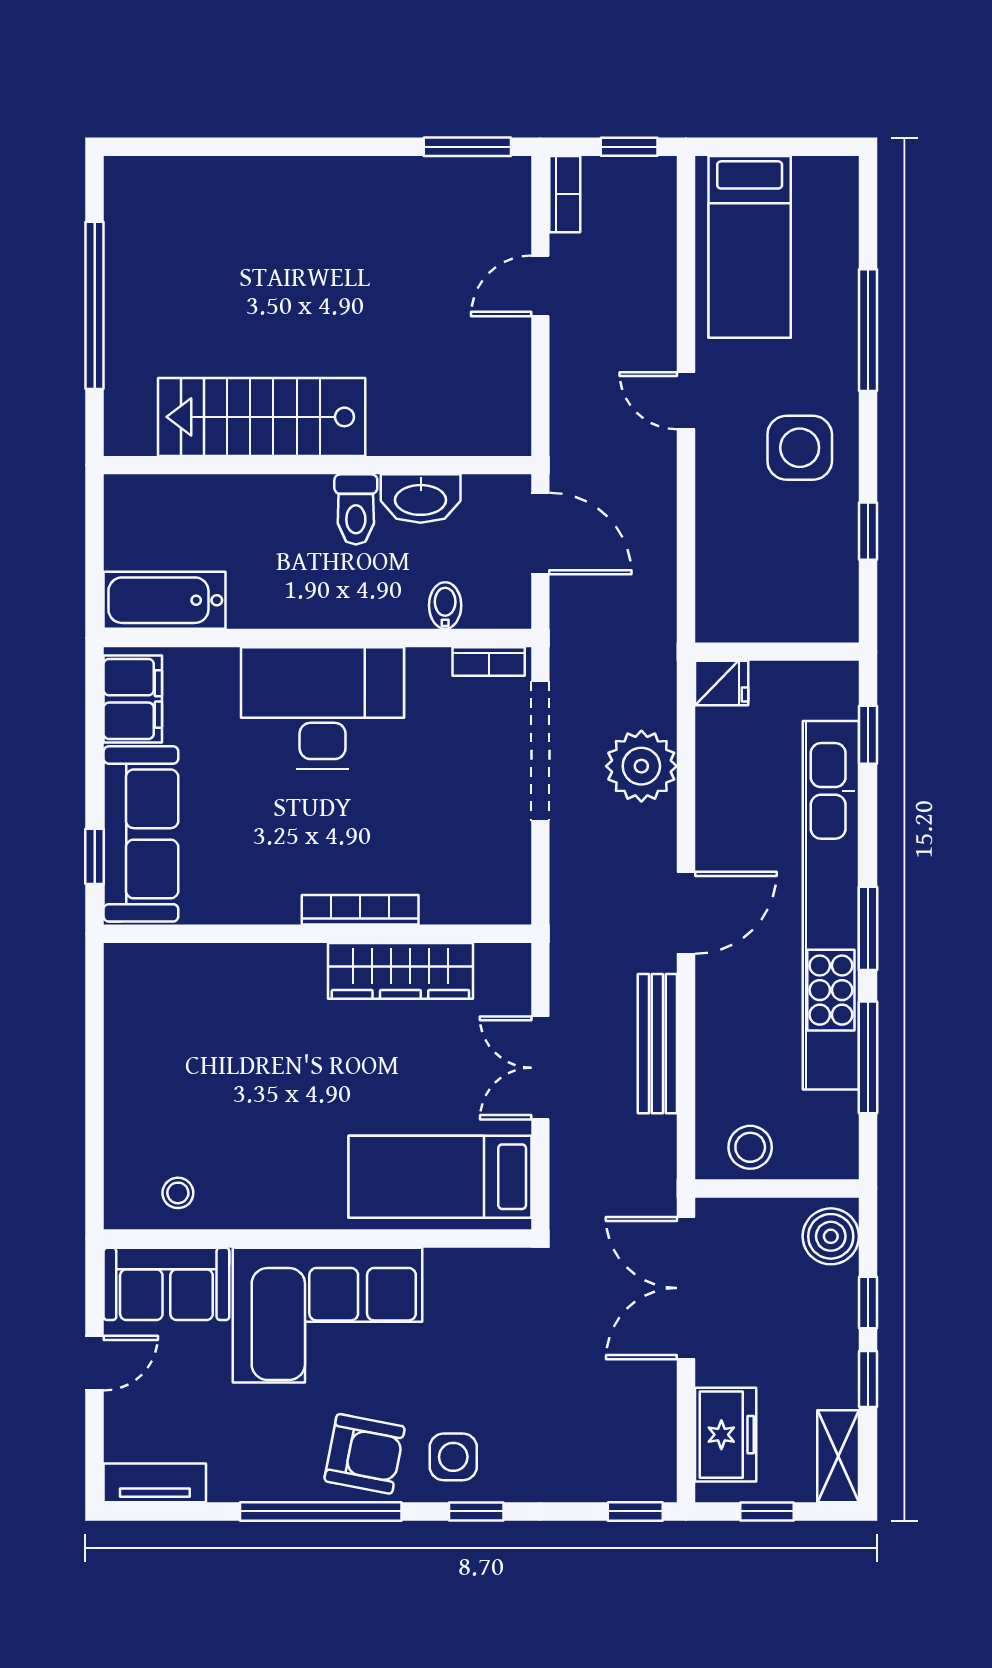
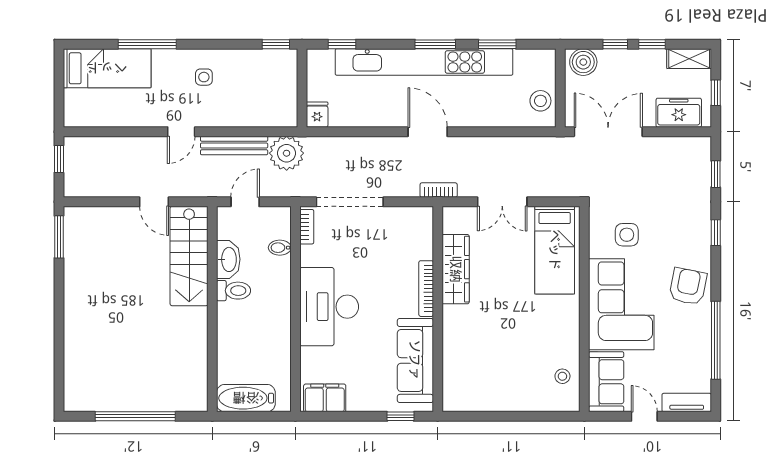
bookcase: (565, 194) -> (439, 190), moved
bed: (750, 247) -> (107, 68), moved
door: (540, 286) -> (154, 202), moved
stairs: (262, 417) -> (189, 256), moved
side table: (800, 448) -> (204, 77), width x0.54, depth x0.54
window: (868, 531) -> (276, 44), moved
door: (540, 533) -> (245, 202), width x0.73
bathtub: (165, 600) -> (246, 398), moved, turned 90
plant: (641, 766) -> (287, 153), moved
sofa: (141, 834) -> (415, 360), moved, turned -90
bench: (657, 1044) -> (234, 146), moved
window: (868, 1057) -> (497, 44), width x0.69
double door: (686, 1288) -> (608, 132), swing flipped
side table: (453, 1457) -> (627, 235), moved
tv unit: (155, 1483) -> (687, 403), moved, turned 90
window: (321, 1511) -> (716, 340), moved
window: (635, 1511) -> (716, 174), moved

